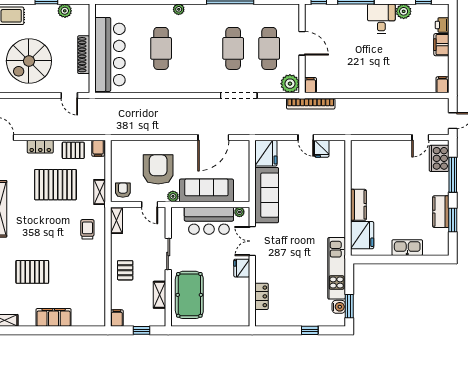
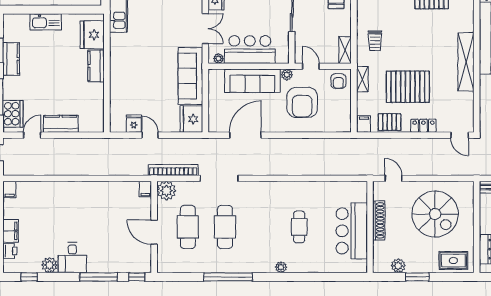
cafe table: (161, 48) -> (299, 227), width x0.73, depth x0.74
bar counter: (110, 54) -> (352, 231), width x0.73
spiral stairs: (29, 61) -> (435, 214), turned 90
bookcase: (311, 104) -> (173, 170), moved
kitchen counter: (393, 149) -> (61, 124), added

